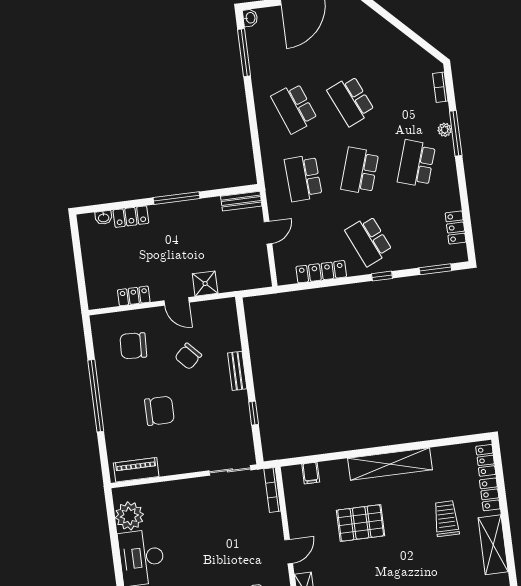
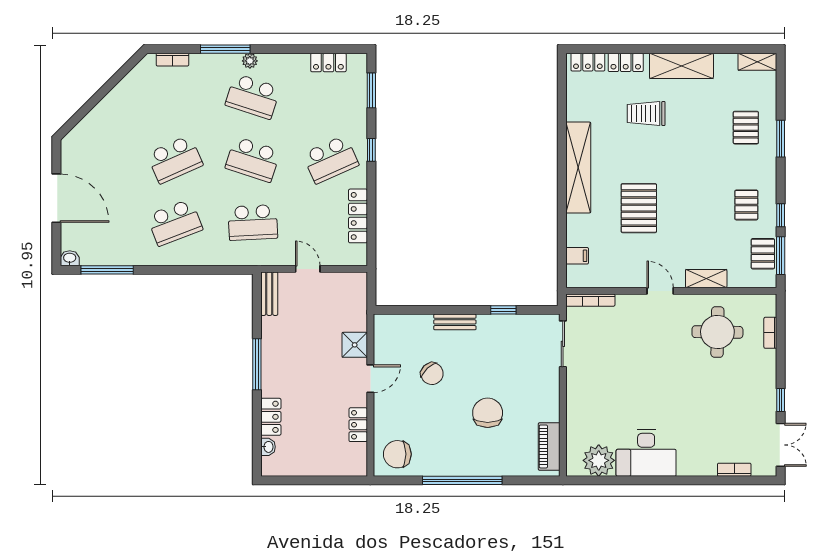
plant: (445, 130) -> (250, 61), moved
chair: (133, 346) -> (397, 454), moved, turned 87

